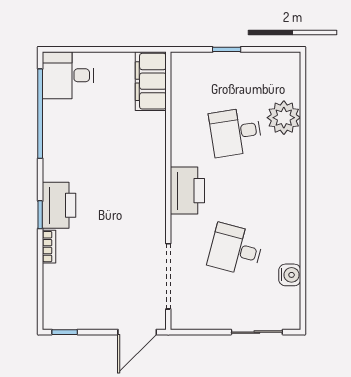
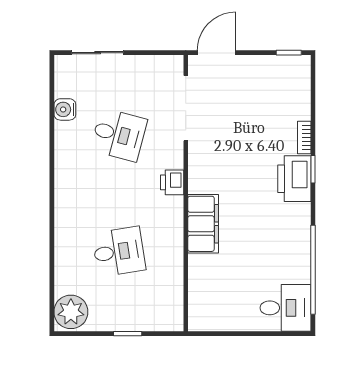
filing cabinet: (151, 81) -> (203, 224), moved
plant: (284, 118) -> (71, 312), moved
printer: (187, 191) -> (172, 182), width x0.53, depth x0.68

